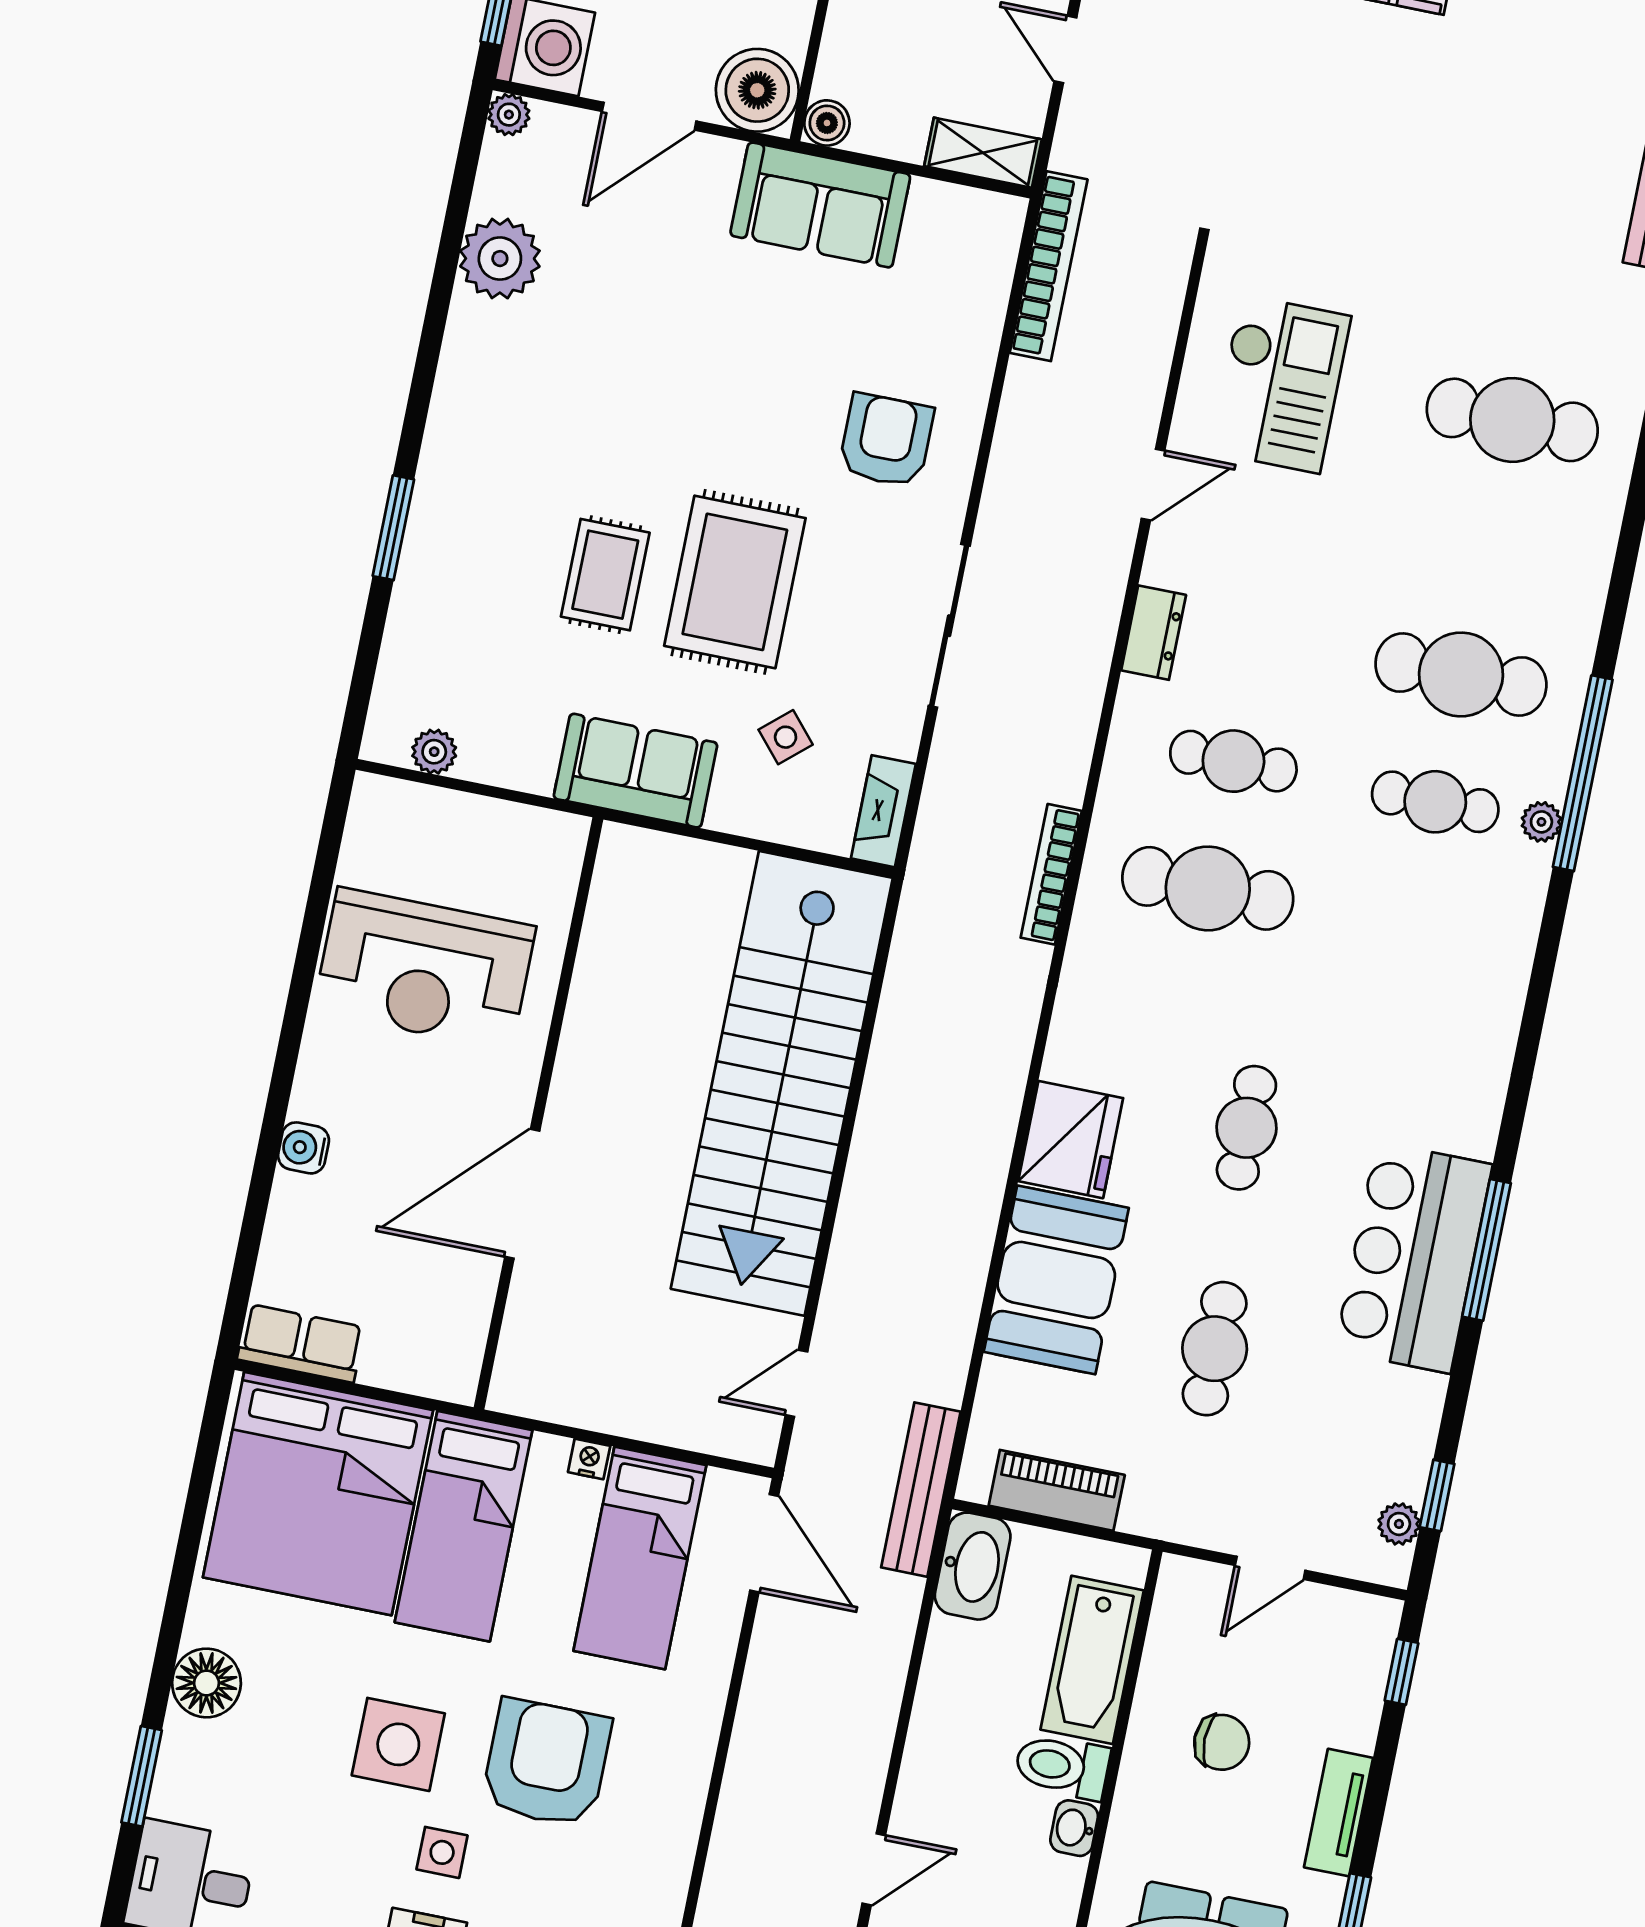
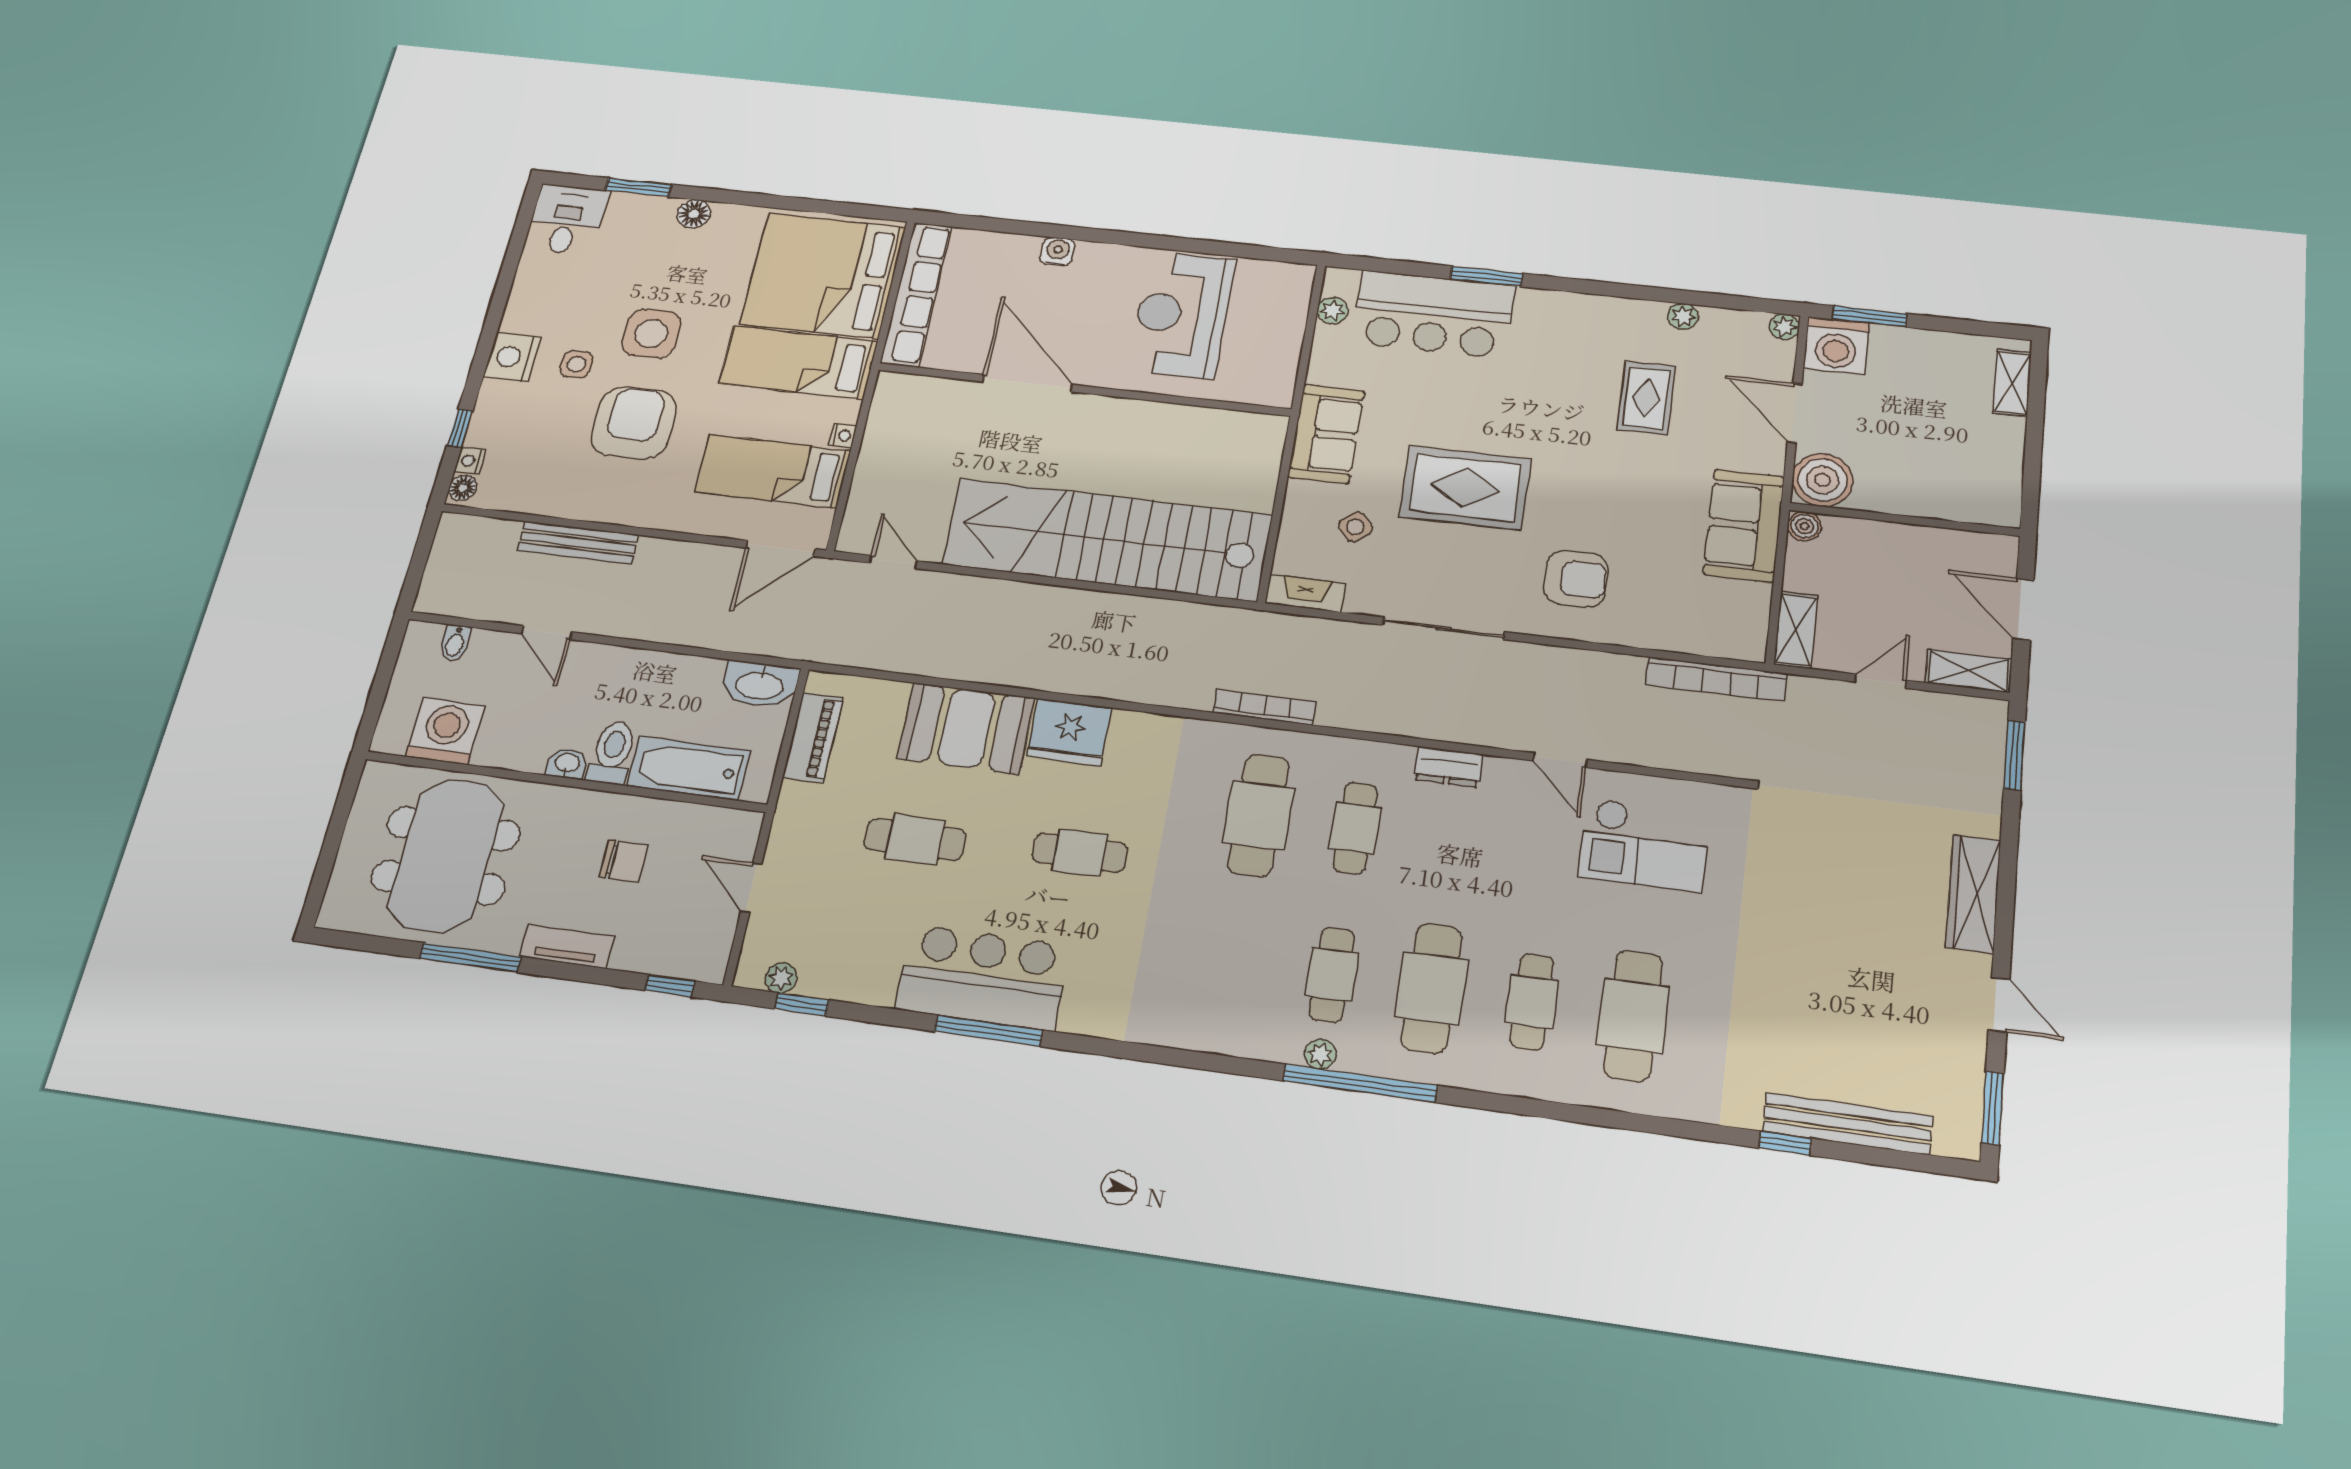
plant: (500, 259) -> (1683, 316), width x0.53, depth x0.53
cafe table: (1487, 547) -> (1532, 1002), added
rug: (605, 575) -> (1646, 398), moved, turned 90
bar counter: (451, 608) -> (1433, 314), added
row of seats: (301, 1343) -> (916, 294), width x2.02
bench: (921, 1490) -> (578, 543), moved
floor lamp: (206, 1683) -> (694, 214), width x0.73, depth x0.73
chair: (1222, 1742) -> (624, 861), turned -90
armchair: (546, 1763) -> (634, 423), turned -90

